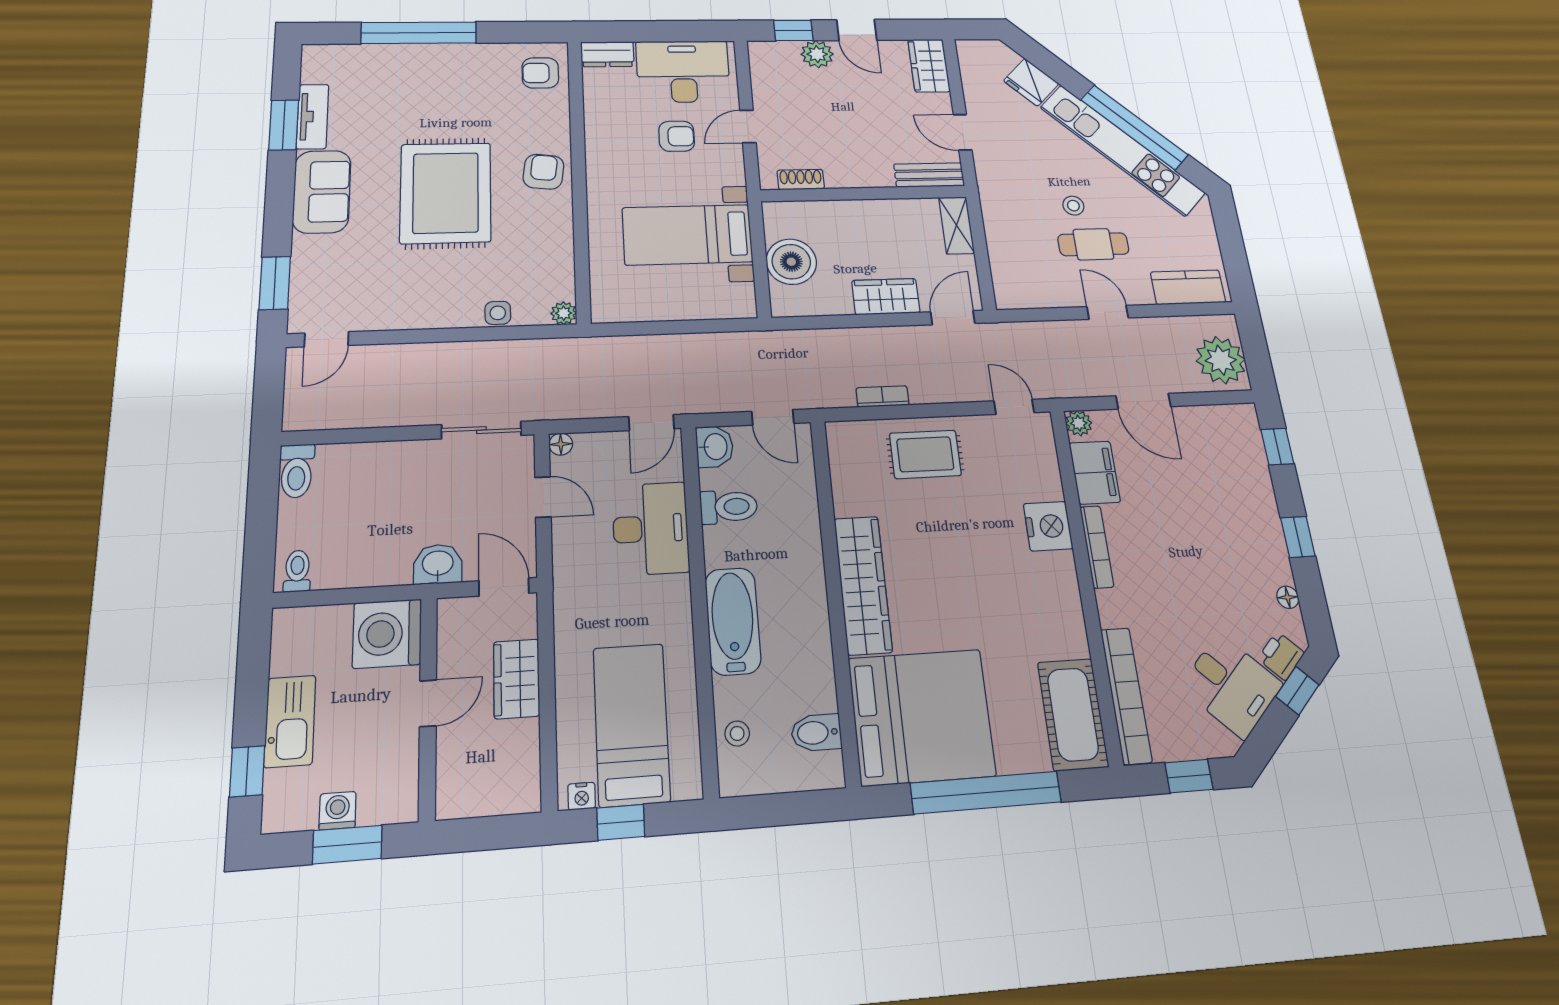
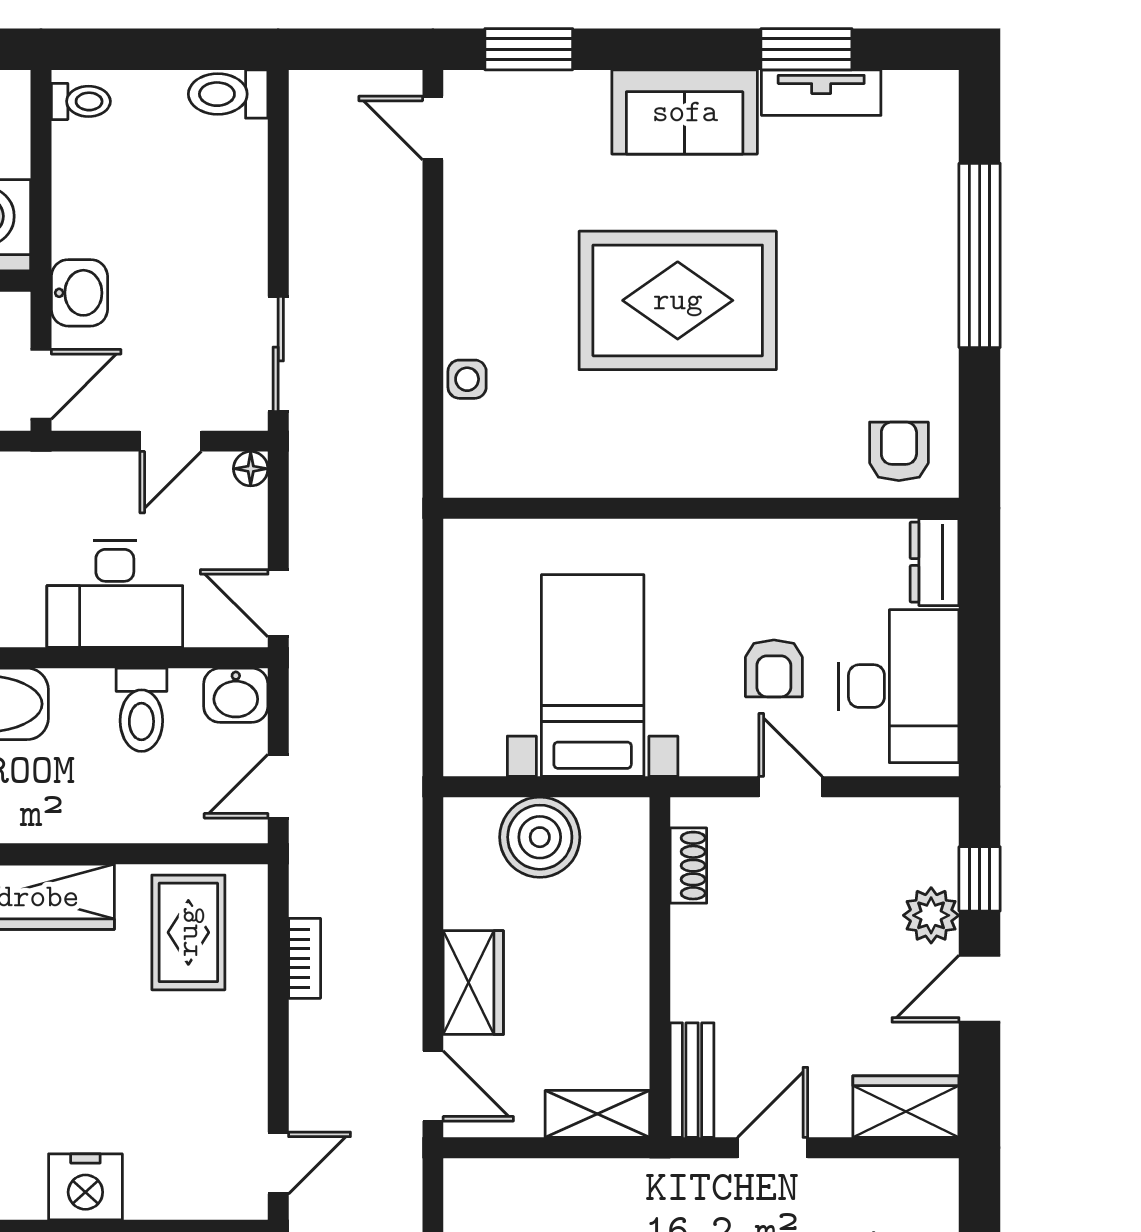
armchair: (543, 172) -> (712, 453), removed
plant: (564, 313) -> (463, 478), removed
rug: (925, 454) -> (188, 932), moved

